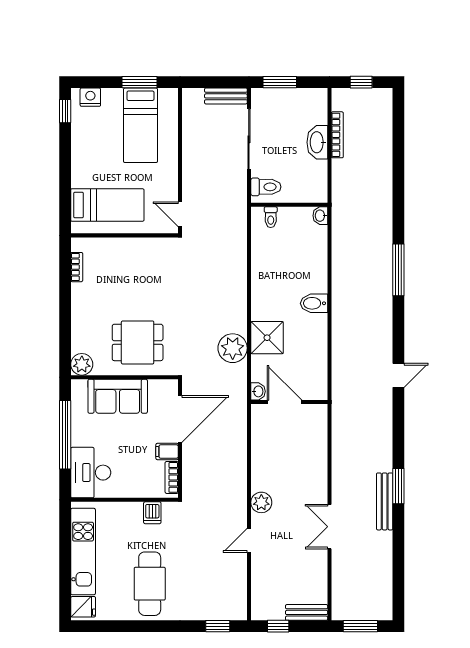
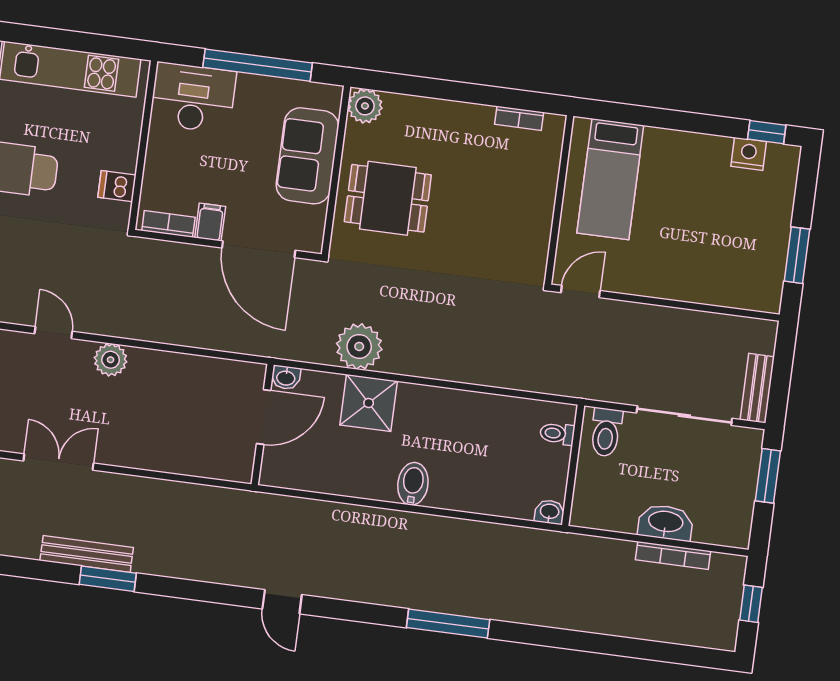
nightstand: (90, 97) -> (749, 154), moved, turned -90
bed: (140, 125) -> (729, 248), removed
dining table: (138, 342) -> (388, 198), turned 90

